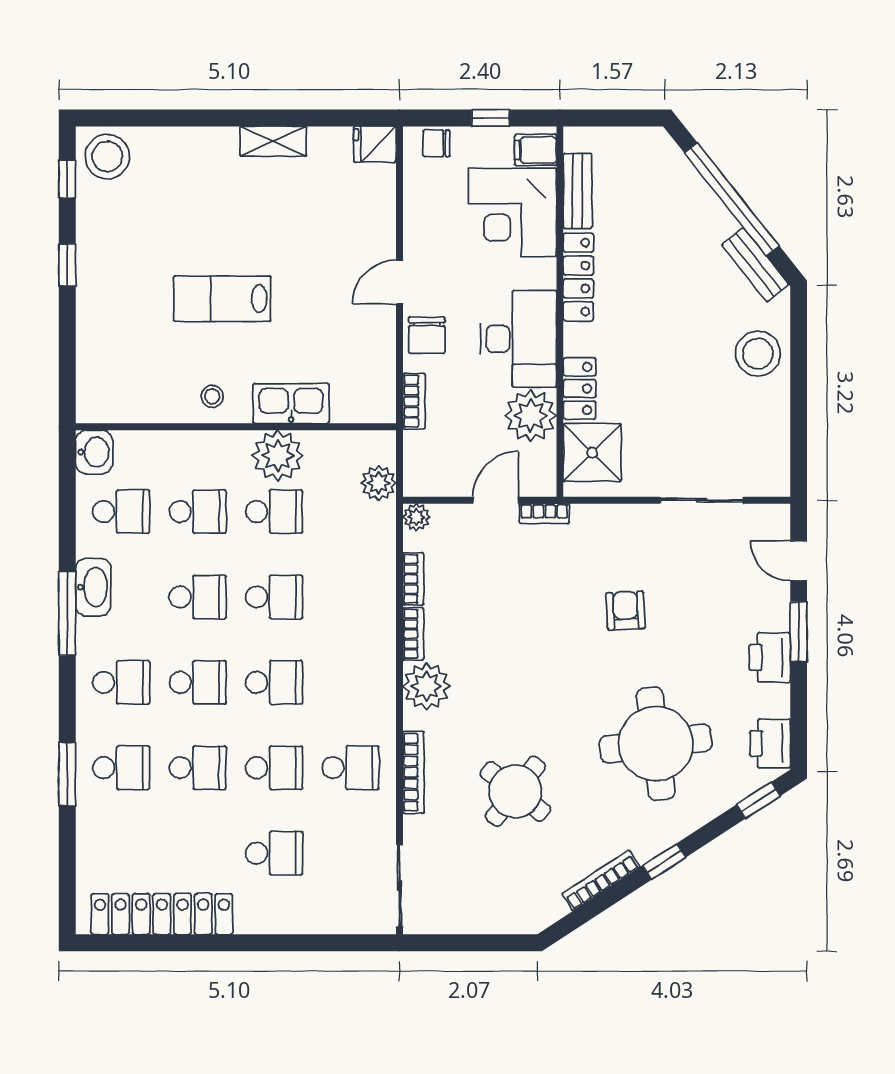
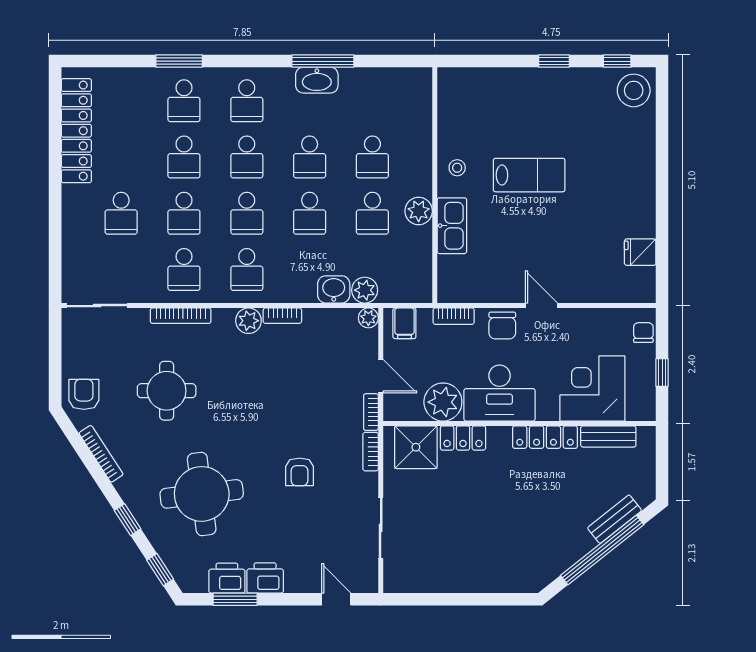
shelving: (273, 141) -> (645, 213), removed
fridge: (375, 144) -> (640, 252), moved, turned -90
filing cabinet: (536, 150) -> (404, 323), moved, turned 180
bench: (755, 265) -> (615, 519), moved
lab bench: (222, 299) -> (529, 175), turned 90
chair: (427, 335) -> (502, 326), turned -90
stool: (758, 354) -> (489, 569), removed
washbasin: (94, 452) -> (334, 289), moved, turned 180
plant: (278, 456) -> (419, 211), width x0.73, depth x0.73
plant: (379, 483) -> (365, 290), moved
school desk: (121, 512) -> (247, 269), moved
door: (799, 561) -> (336, 599), hinge flipped
bookcase: (413, 579) -> (371, 452), moved, turned 90
armchair: (626, 611) -> (300, 472), turned 93
window: (67, 613) -> (323, 61), moved
window: (799, 632) -> (235, 599), moved
plant: (427, 686) -> (248, 321), width x0.73, depth x0.73
printer: (770, 743) -> (227, 578), moved
round table: (515, 791) -> (167, 391), turned -38
window: (664, 862) -> (128, 520), moved
armchair: (520, 904) -> (84, 394), added

